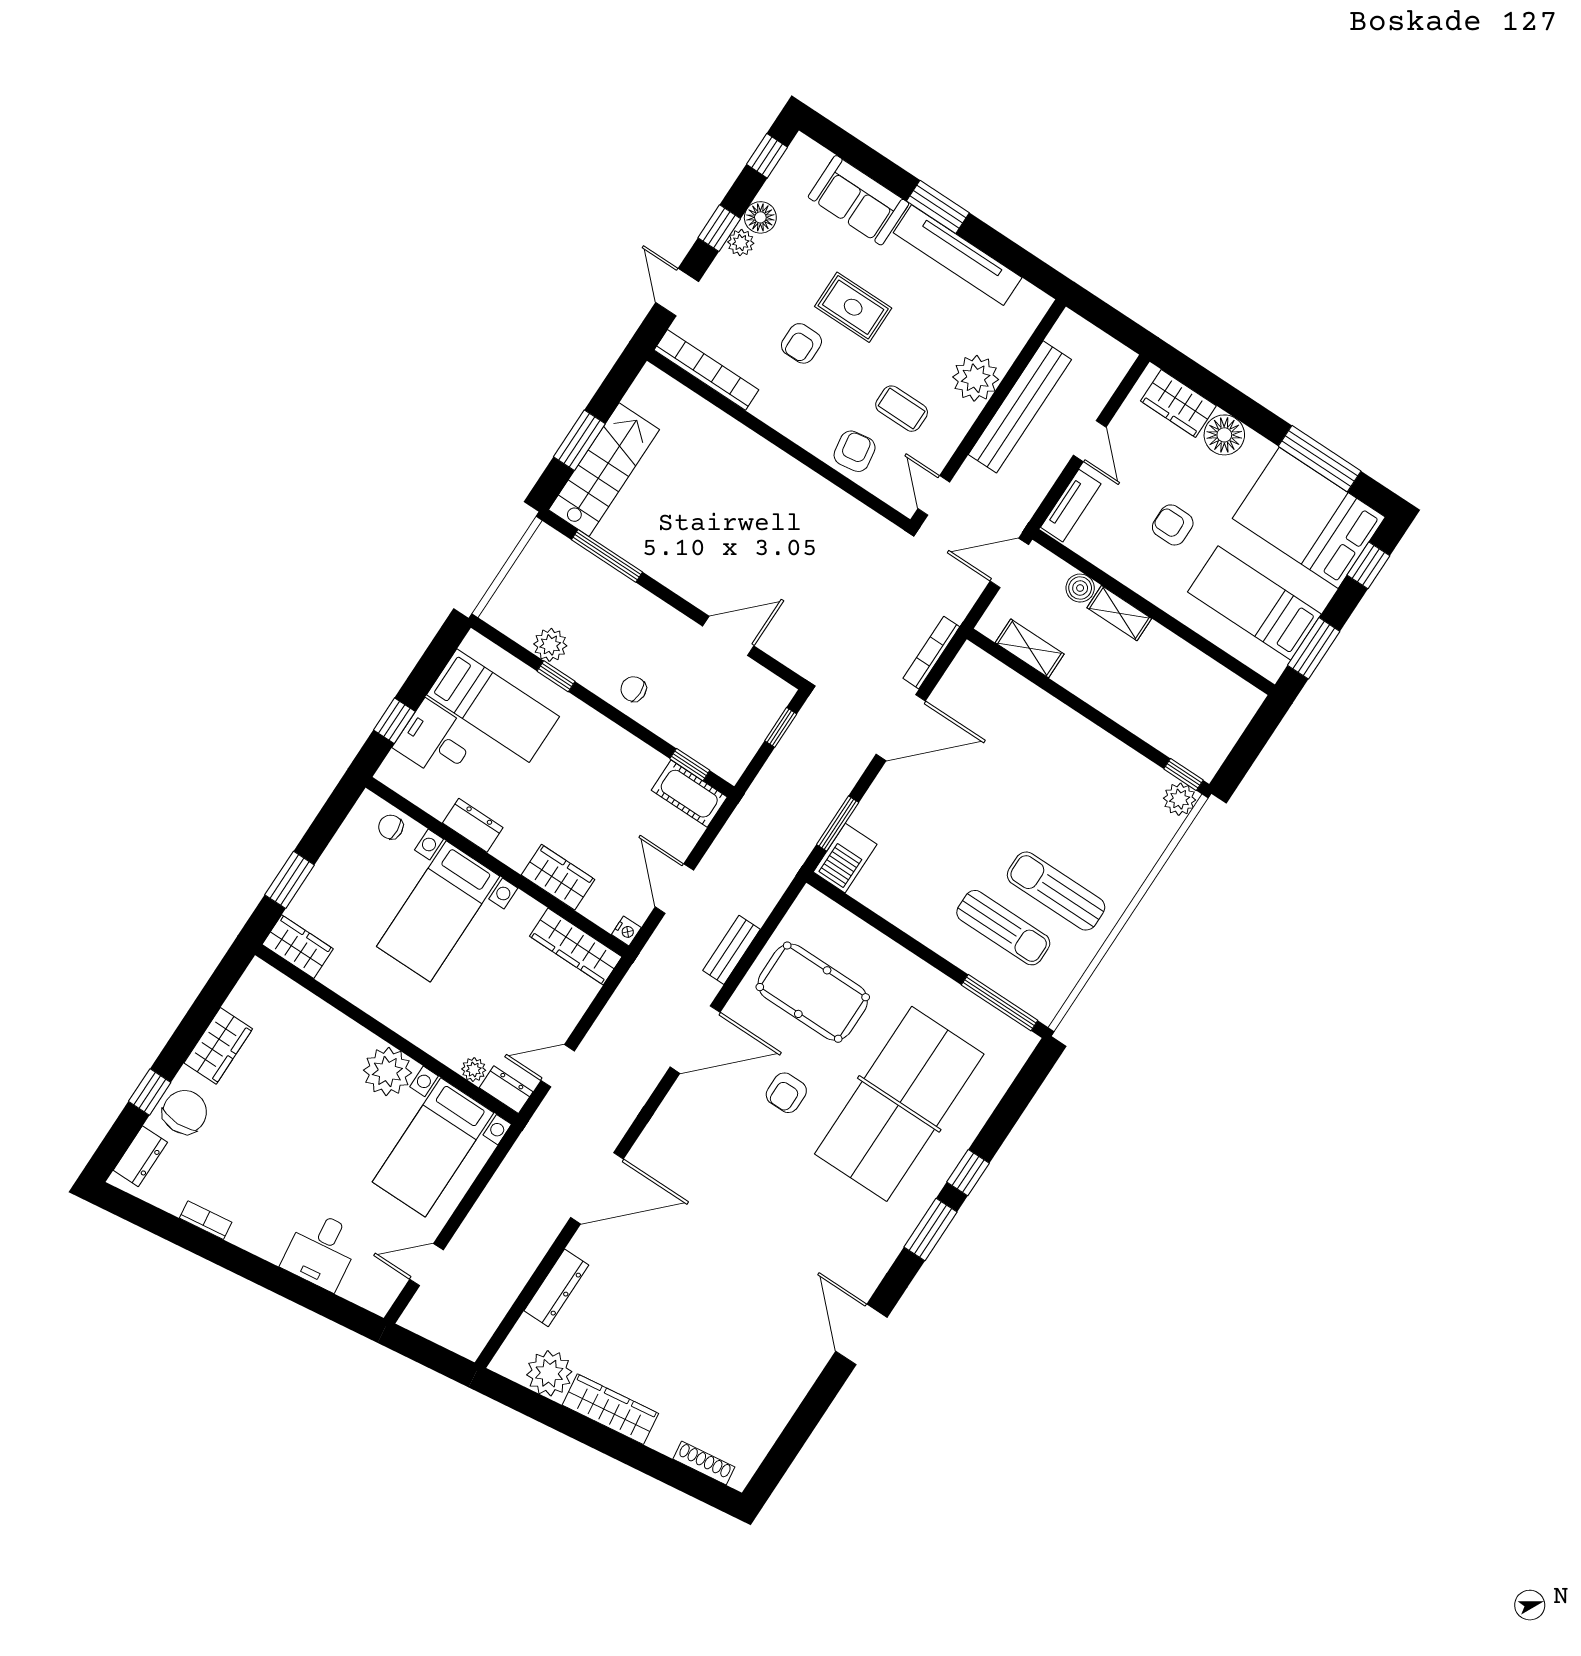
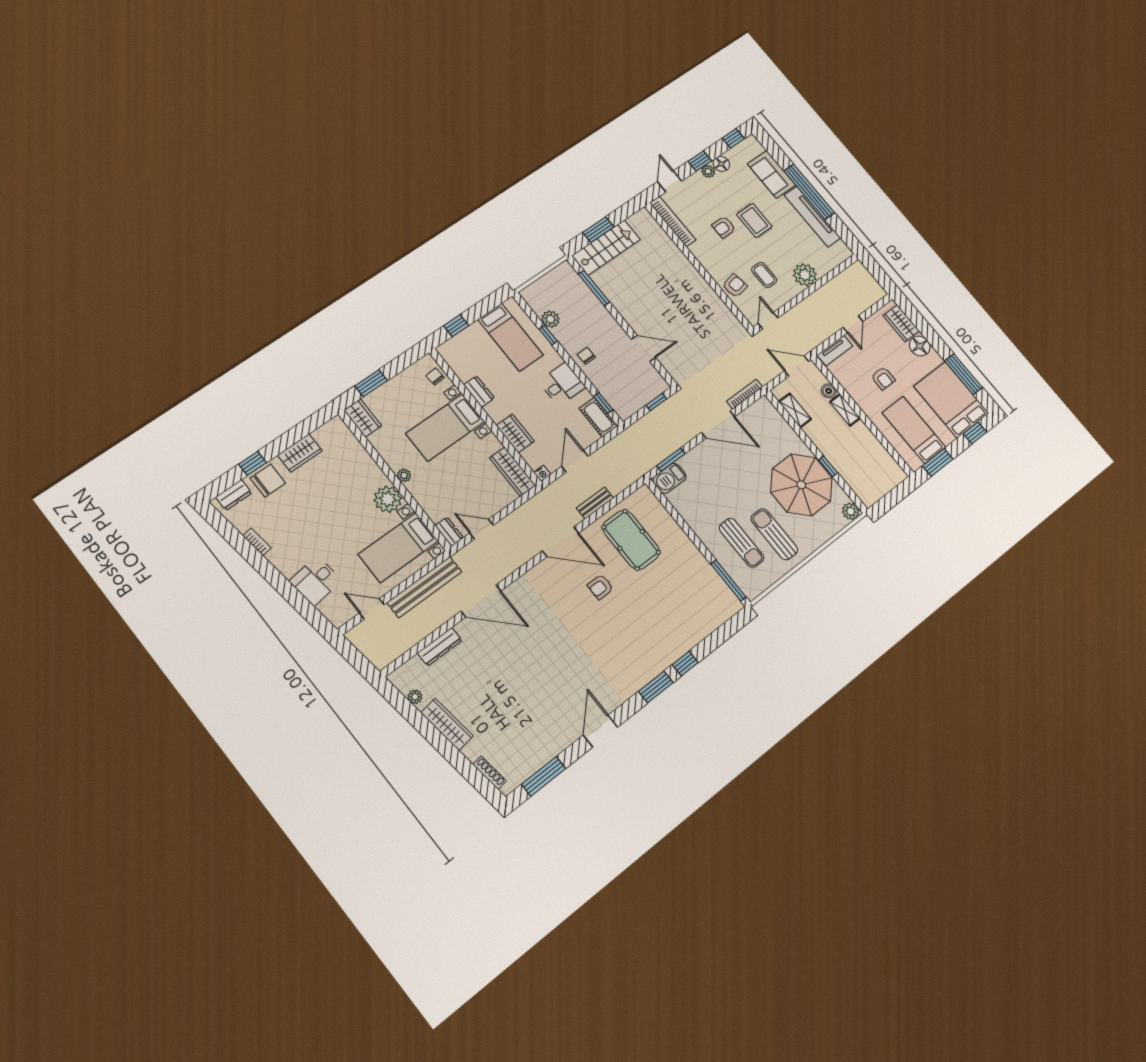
window: (938, 207) -> (809, 192), width x2.11
bench: (1020, 407) -> (425, 587), moved
armchair: (1173, 525) -> (883, 378), turned 180
desk: (436, 740) -> (562, 384), moved, turned 90
window: (1183, 775) -> (828, 466), moved
parasol: (1079, 783) -> (801, 485), added
plant: (474, 1070) -> (404, 475), moved
table tennis table: (899, 1104) -> (659, 614), removed
plant: (549, 1373) -> (415, 697), width x0.53, depth x0.53
window: (792, 1439) -> (544, 776), added

